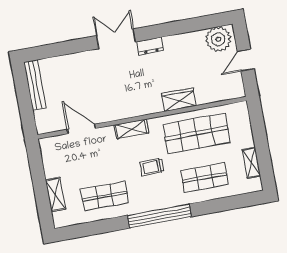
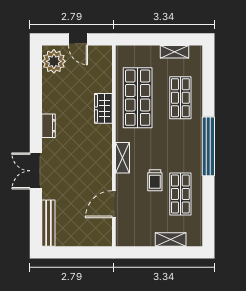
double door: (116, 39) -> (36, 171), moved
bench: (35, 85) -> (48, 223), moved, turned 90
trolley: (152, 167) -> (155, 180), moved

